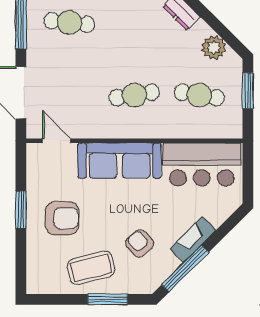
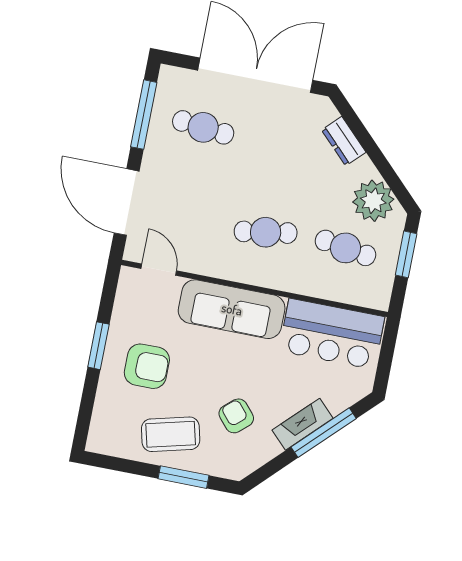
plant: (214, 47) -> (373, 201), width x1.36, depth x1.36
window: (185, 269) -> (324, 433), moved

